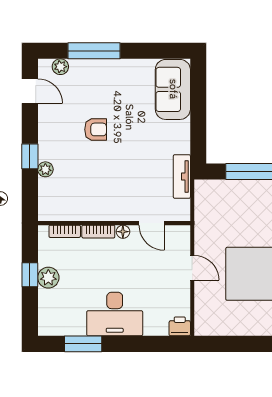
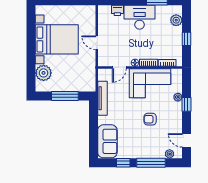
window: (144, 51) -> (123, 163), added
tv unit: (182, 176) -> (102, 98), width x1.41
corner sofa: (96, 195) -> (150, 83), added
door: (152, 223) -> (119, 67), swing flipped
plant: (48, 278) -> (176, 20), moved
printer: (180, 326) -> (117, 10), moved

